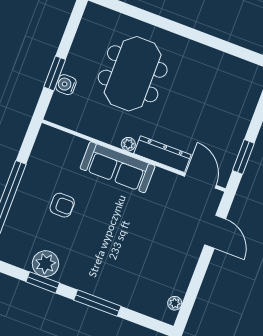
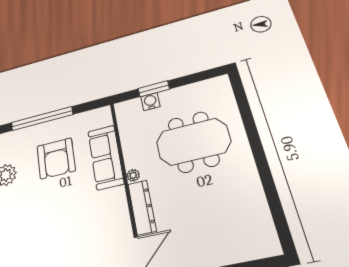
sofa: (118, 167) -> (106, 157), moved
armchair: (62, 205) -> (56, 158), width x1.88, depth x1.88

